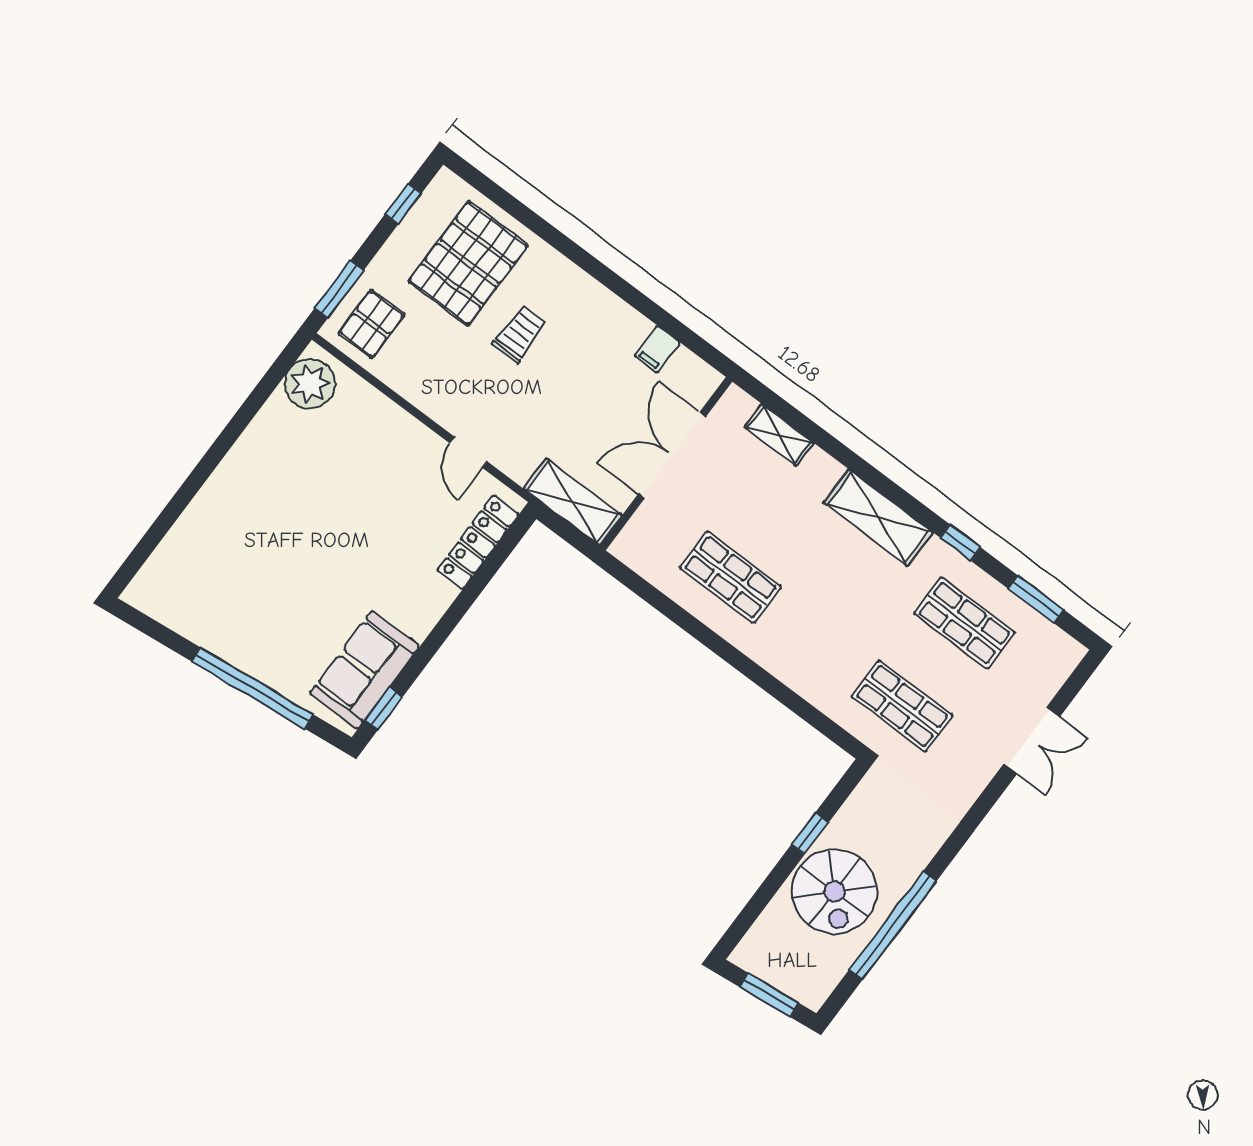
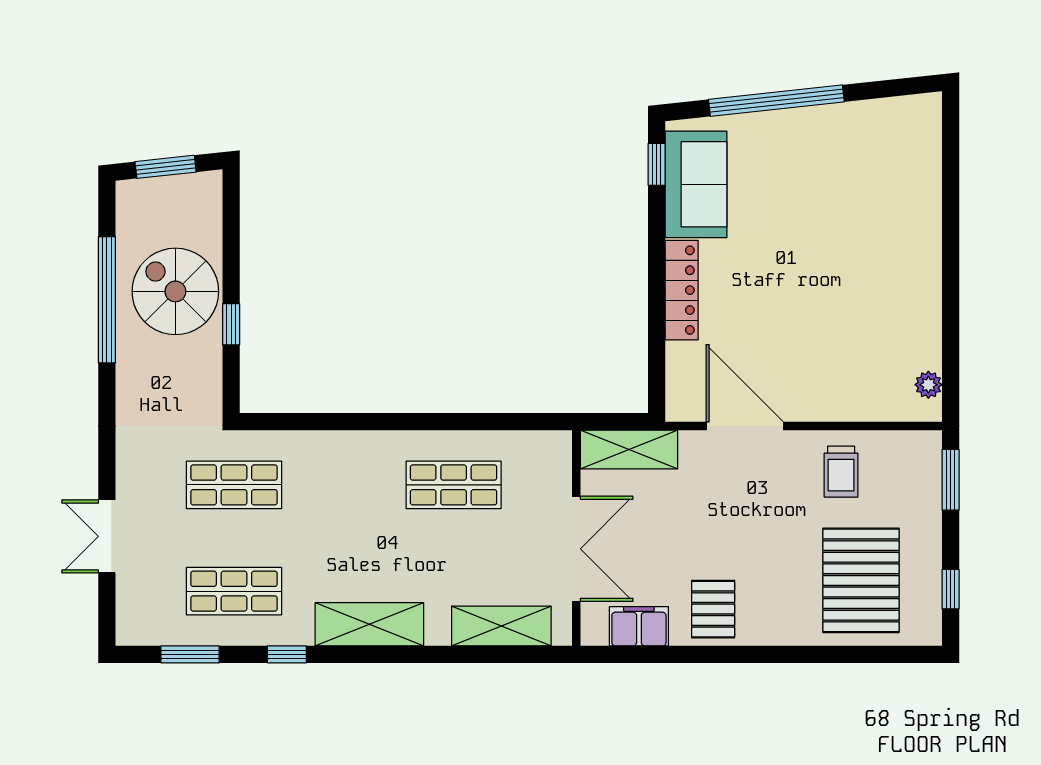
pallet: (372, 324) -> (713, 609), moved
trolley: (520, 334) -> (841, 472), moved
filing cabinet: (657, 349) -> (639, 626), width x2.00
plant: (310, 384) -> (928, 385), width x0.53, depth x0.53
shelving: (779, 435) -> (501, 626), width x1.50, depth x1.33
door: (468, 452) -> (745, 426), width x1.87
locker: (478, 542) -> (682, 290), moved

